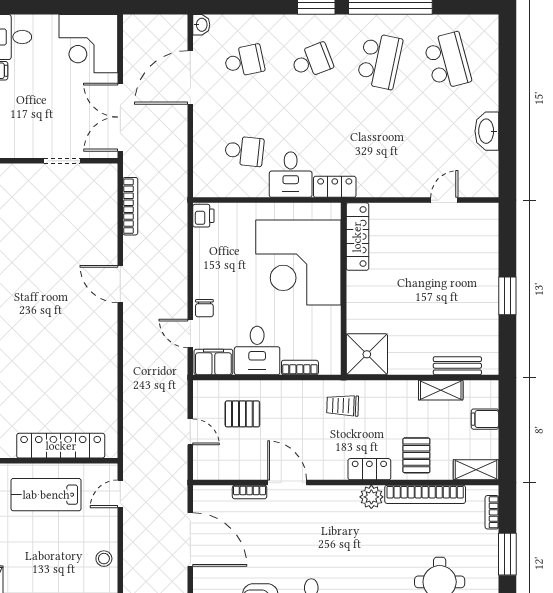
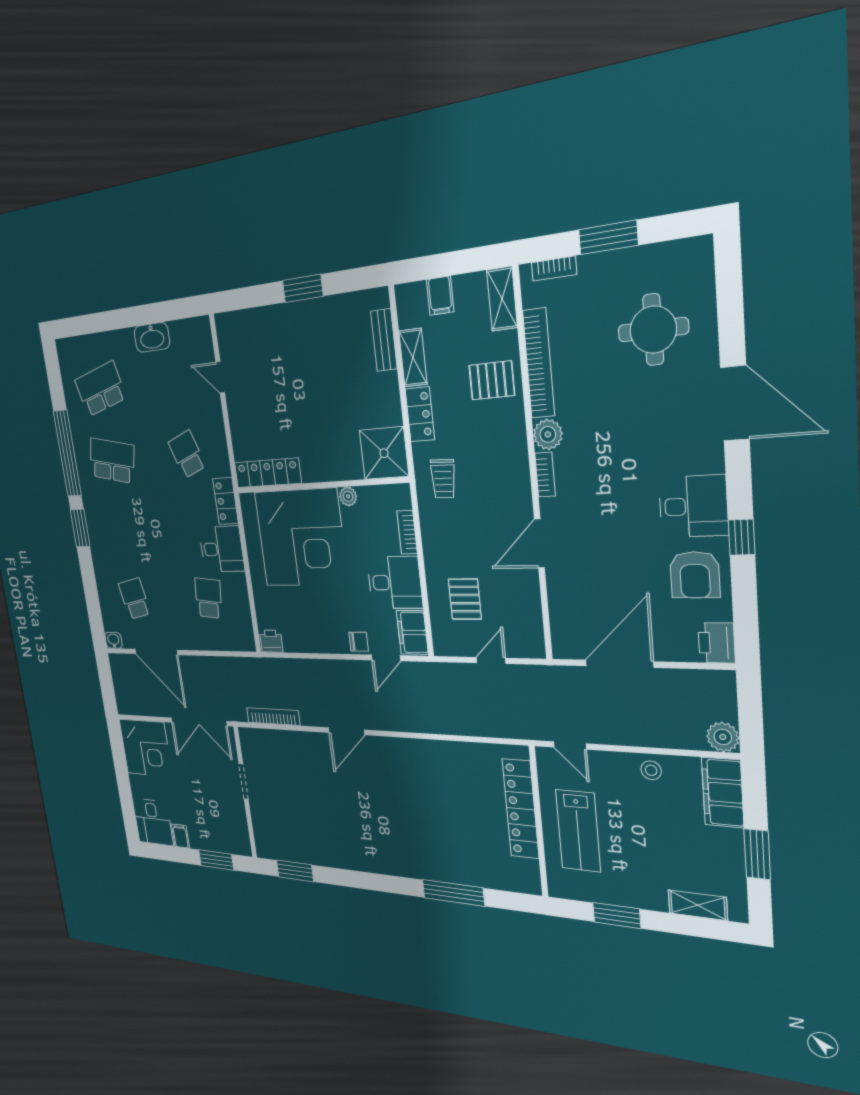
school desk: (312, 61) -> (187, 454), moved
plant: (333, 315) -> (348, 496), added
locker: (369, 469) -> (420, 414), moved, turned 180
bookcase: (250, 492) -> (545, 475), moved

